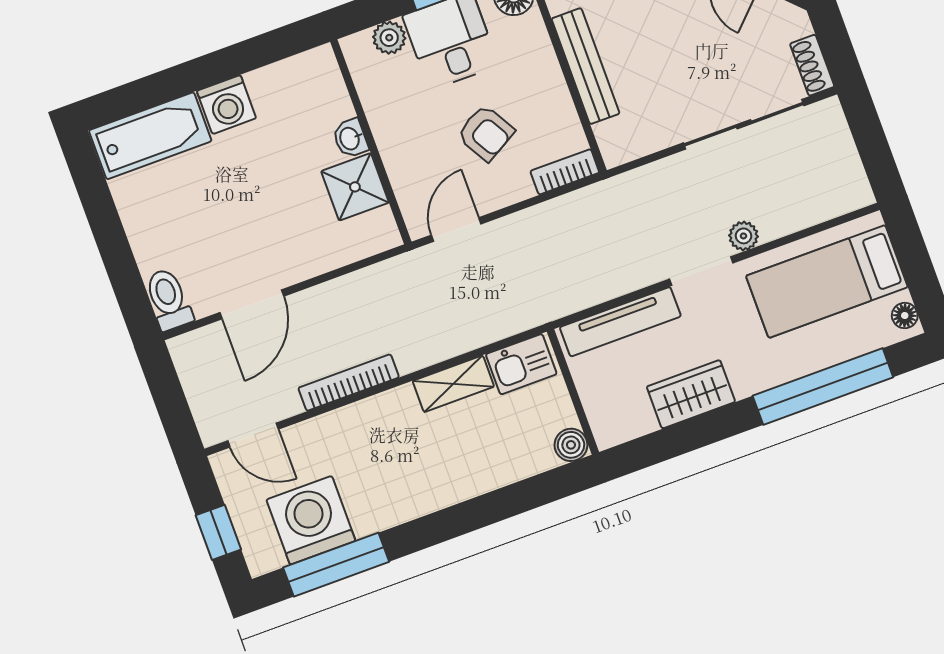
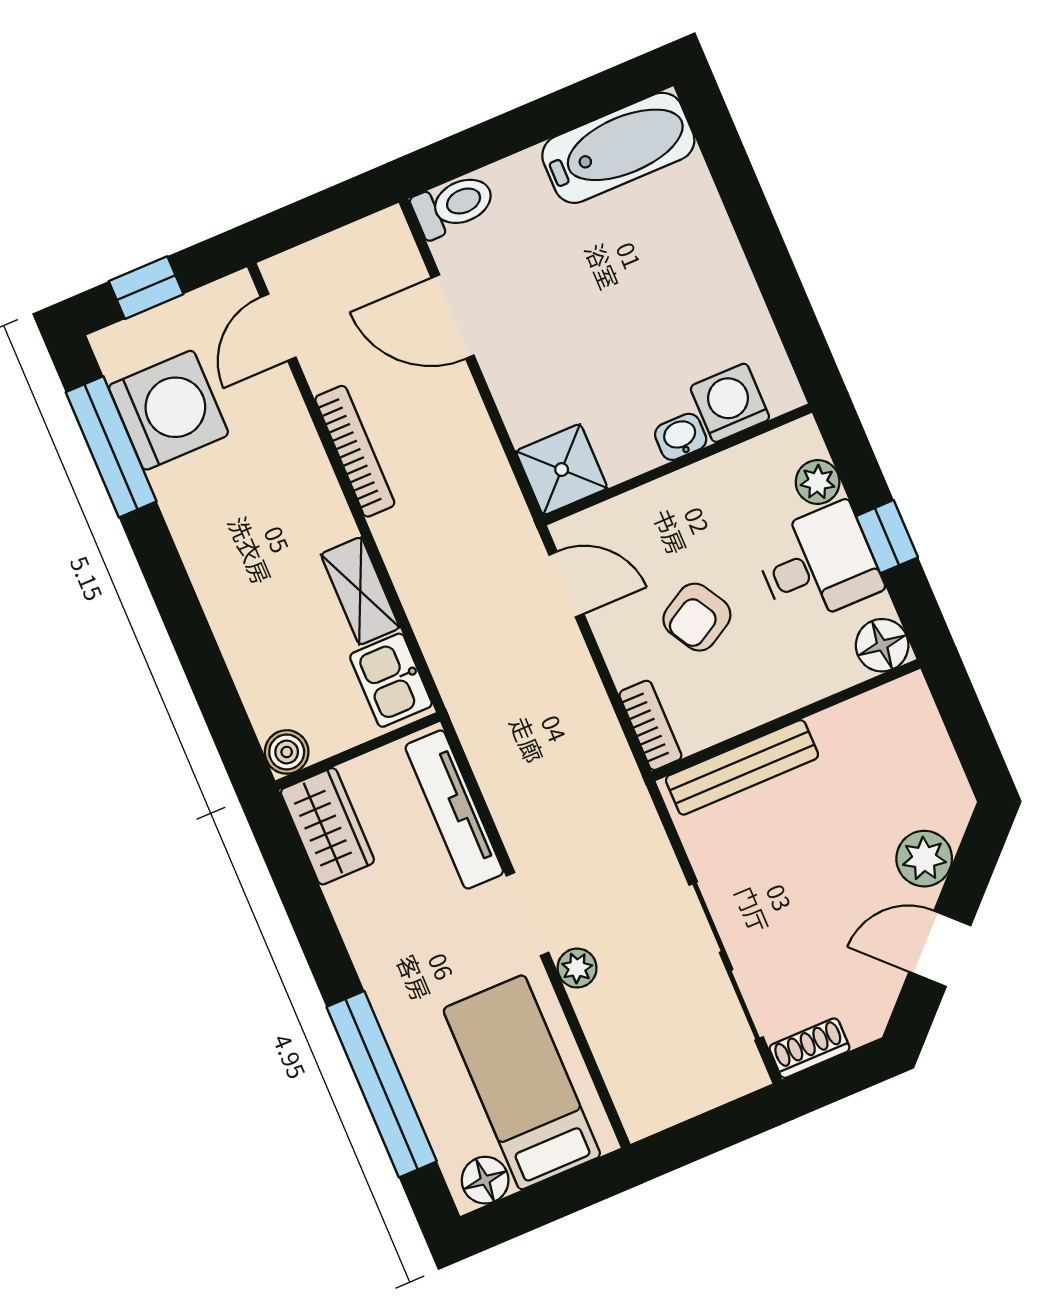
bench: (586, 66) -> (742, 767), moved
washing machine: (226, 105) -> (730, 403), moved, turned 90
bathtub: (150, 136) -> (618, 148), moved, turned -90
shower: (355, 187) -> (562, 470), moved
floor lamp: (905, 316) -> (485, 1180), width x1.37, depth x1.37
wardrobe: (691, 394) -> (327, 826), moved

